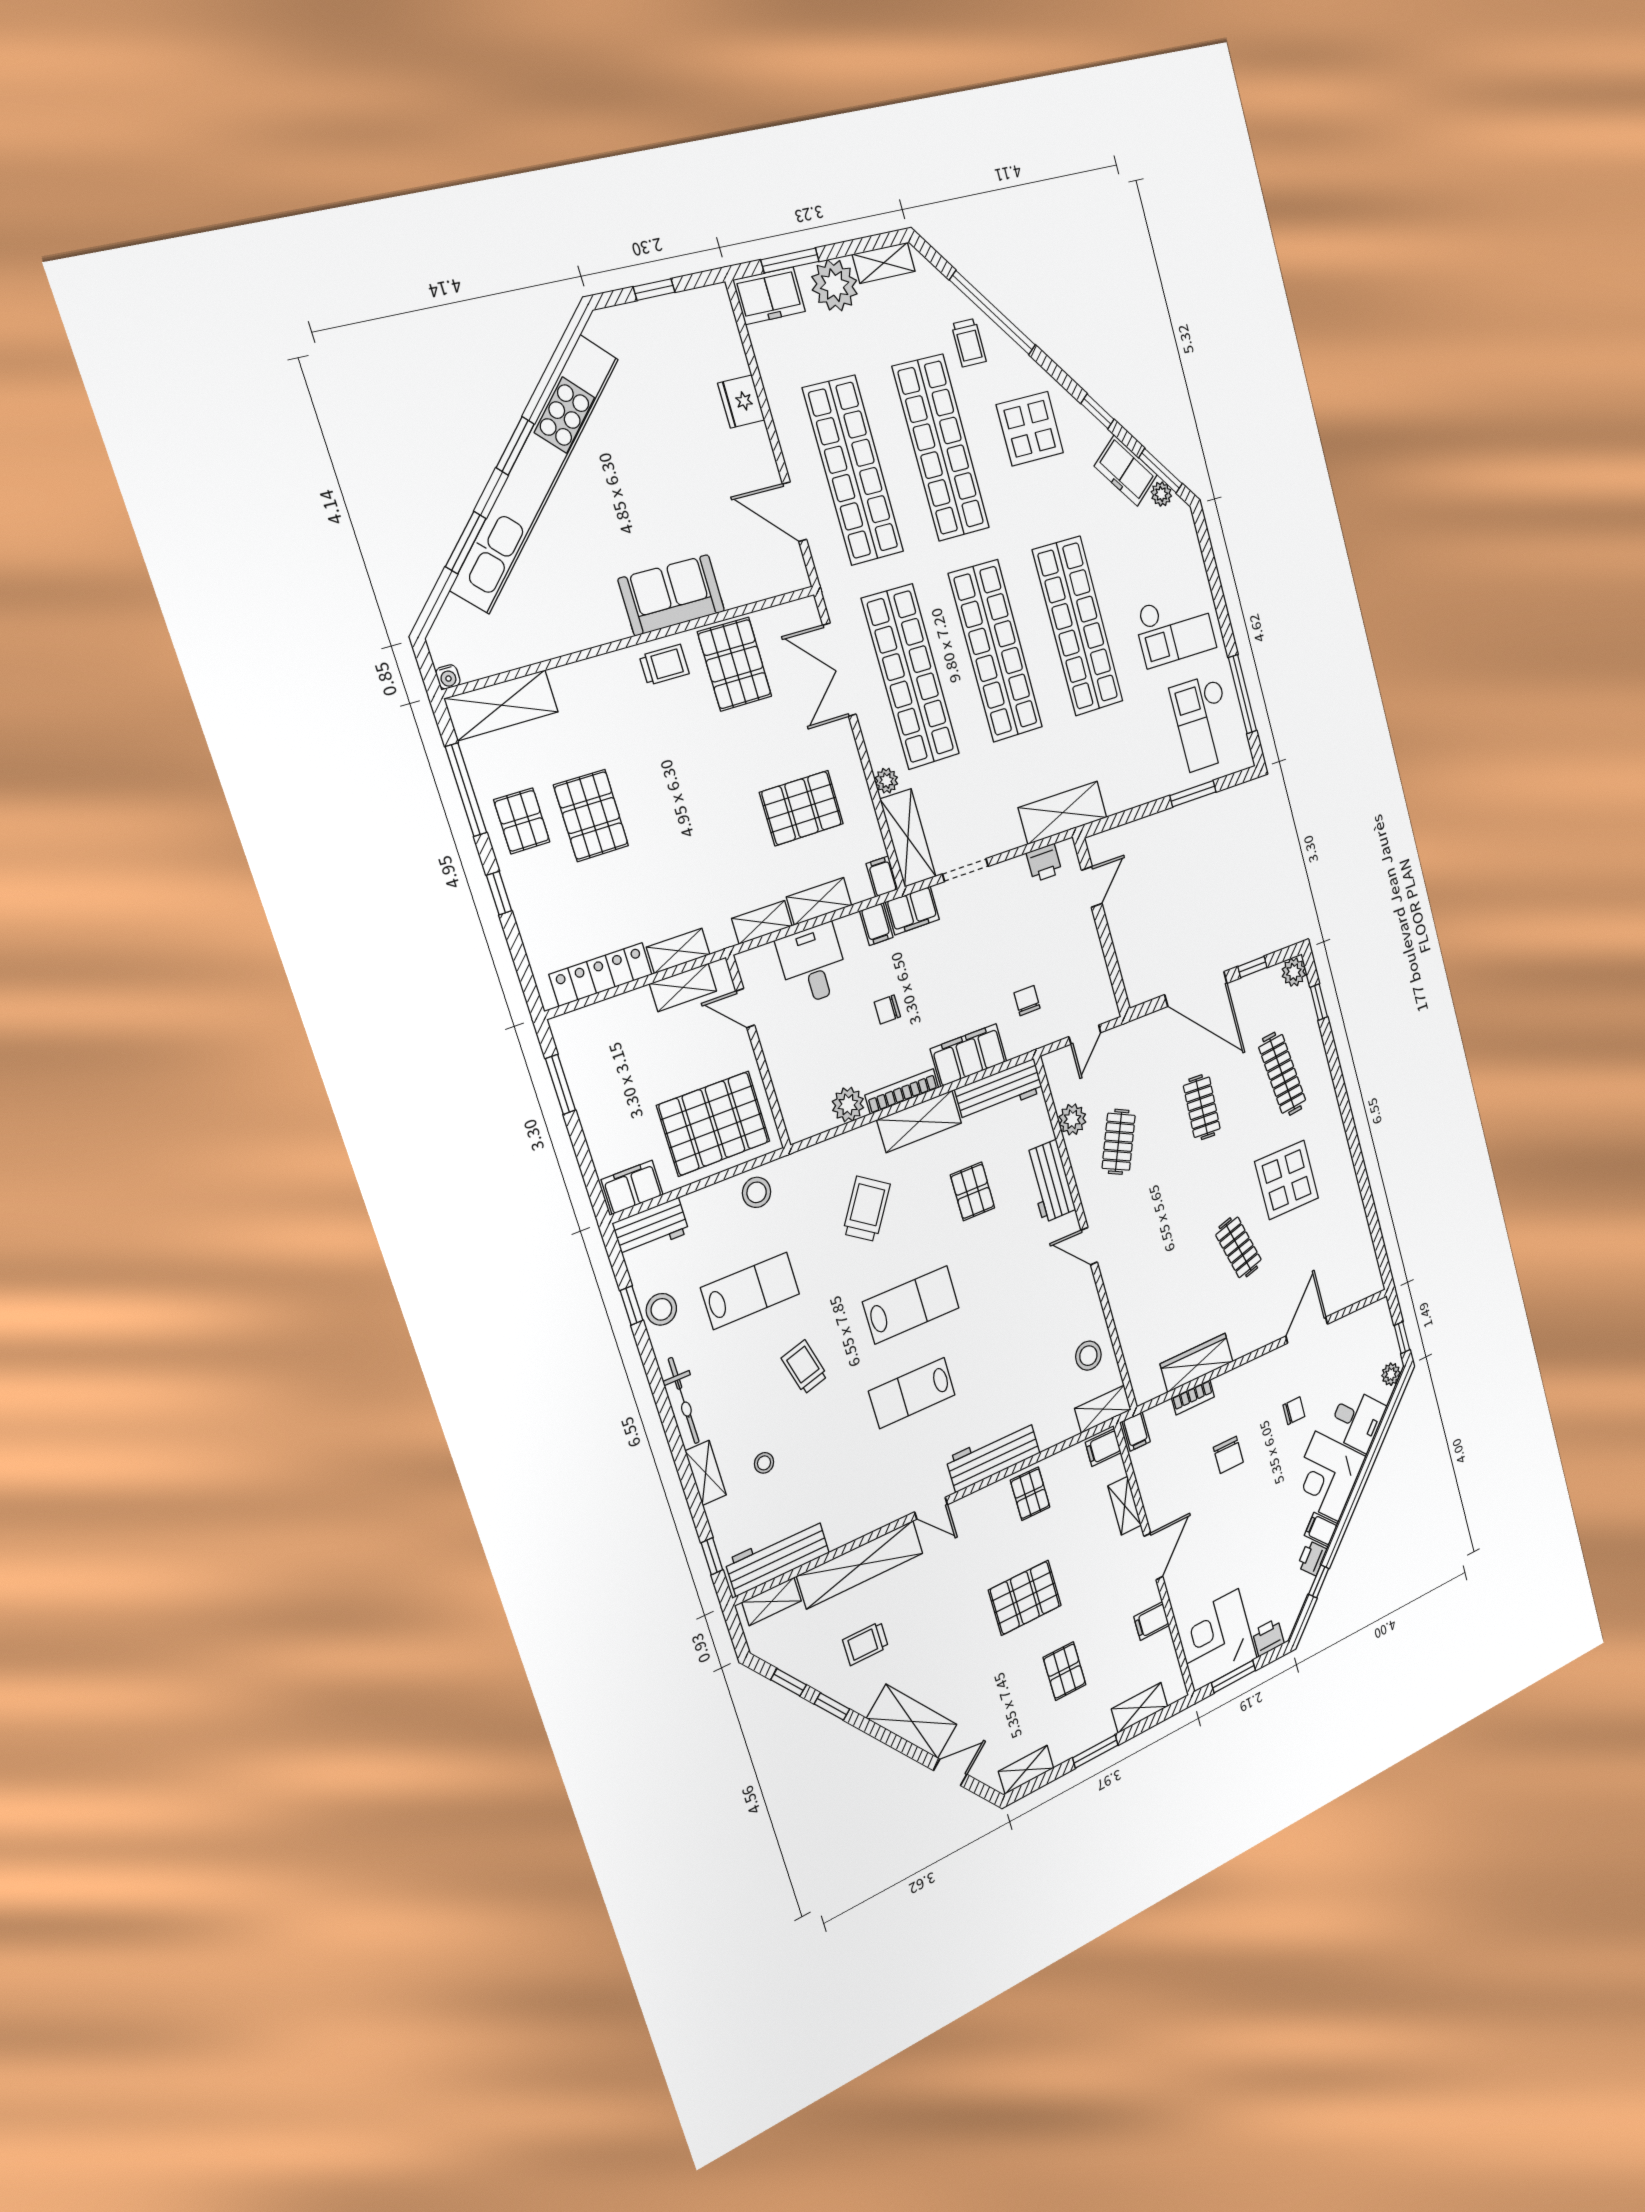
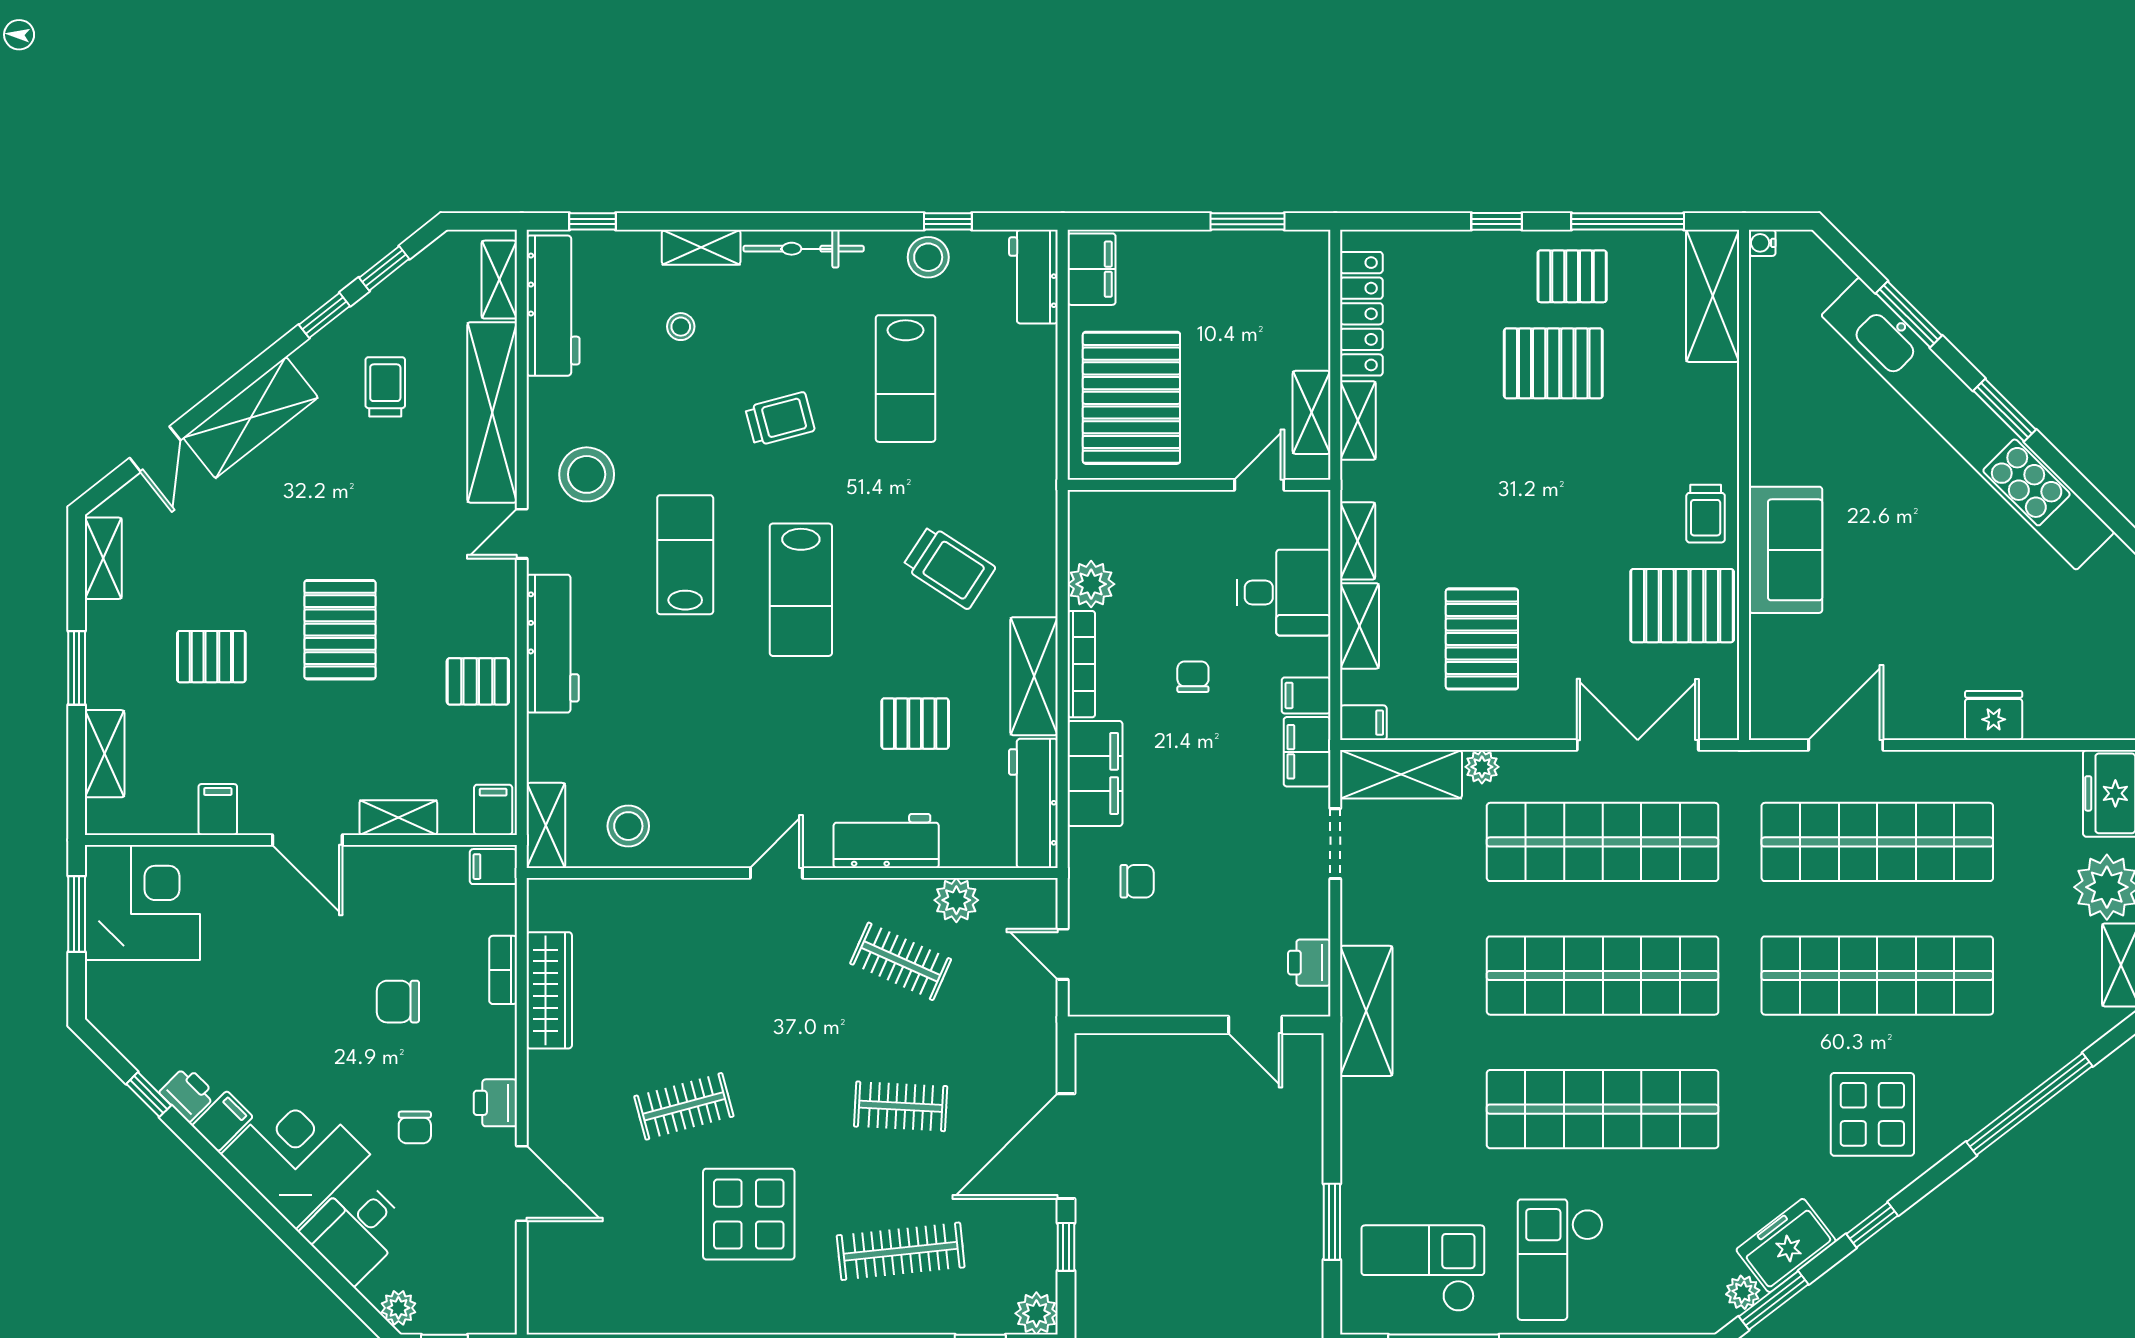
trolley: (969, 343) -> (1999, 1057), removed
stool: (757, 1192) -> (587, 474), moved, width x1.38, depth x1.38
printer: (1268, 1637) -> (495, 1103), moved, turned 180

